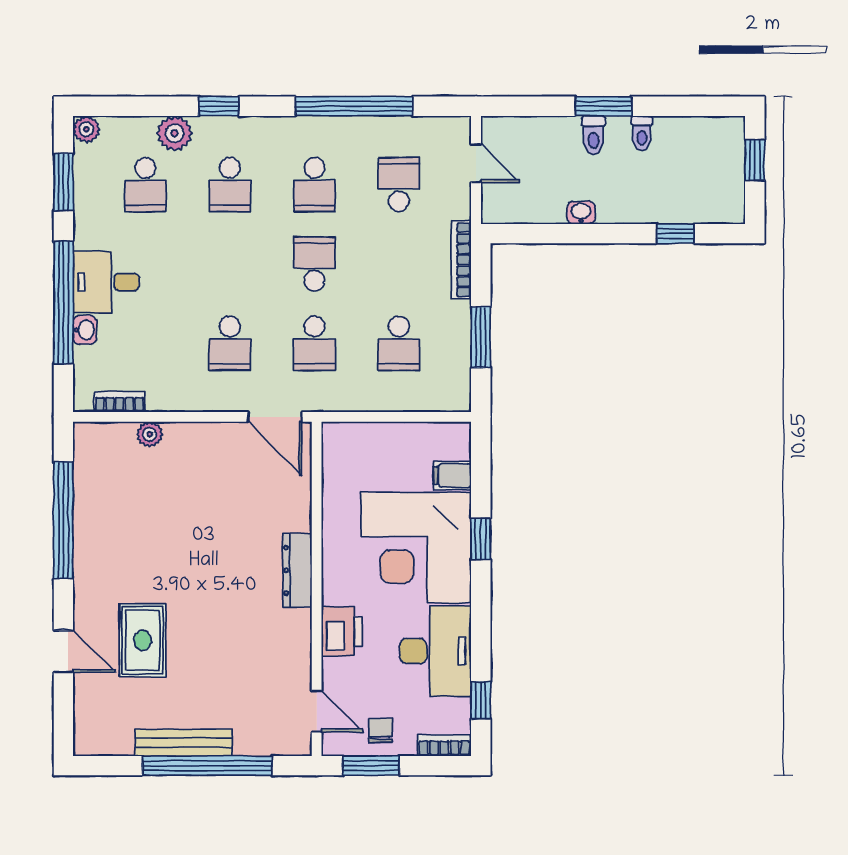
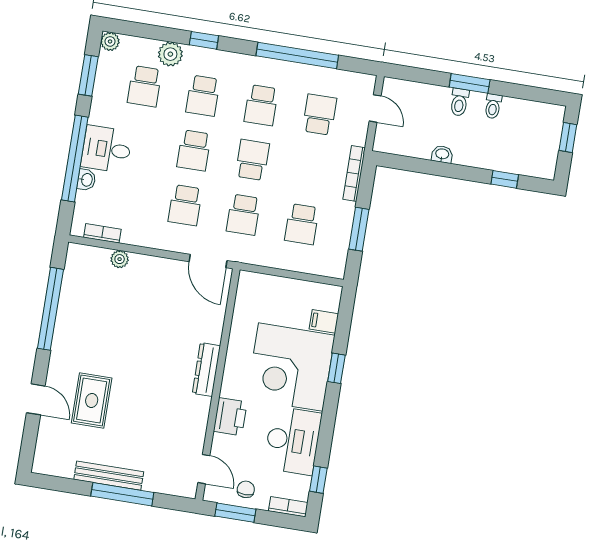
school desk: (230, 264) -> (194, 150), added
window: (207, 766) -> (122, 494), width x0.68

